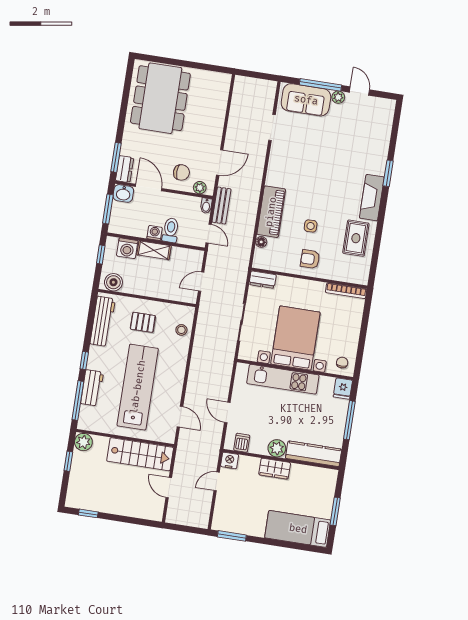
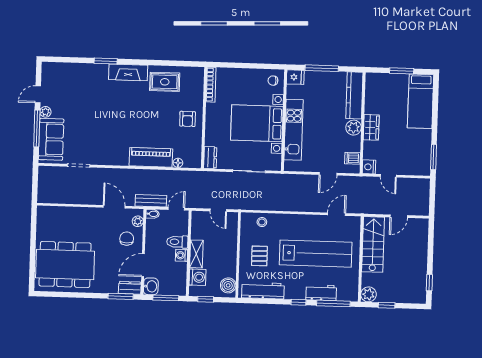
side table: (311, 226) -> (159, 122), removed
lab bench: (138, 387) -> (316, 254), turned 180

